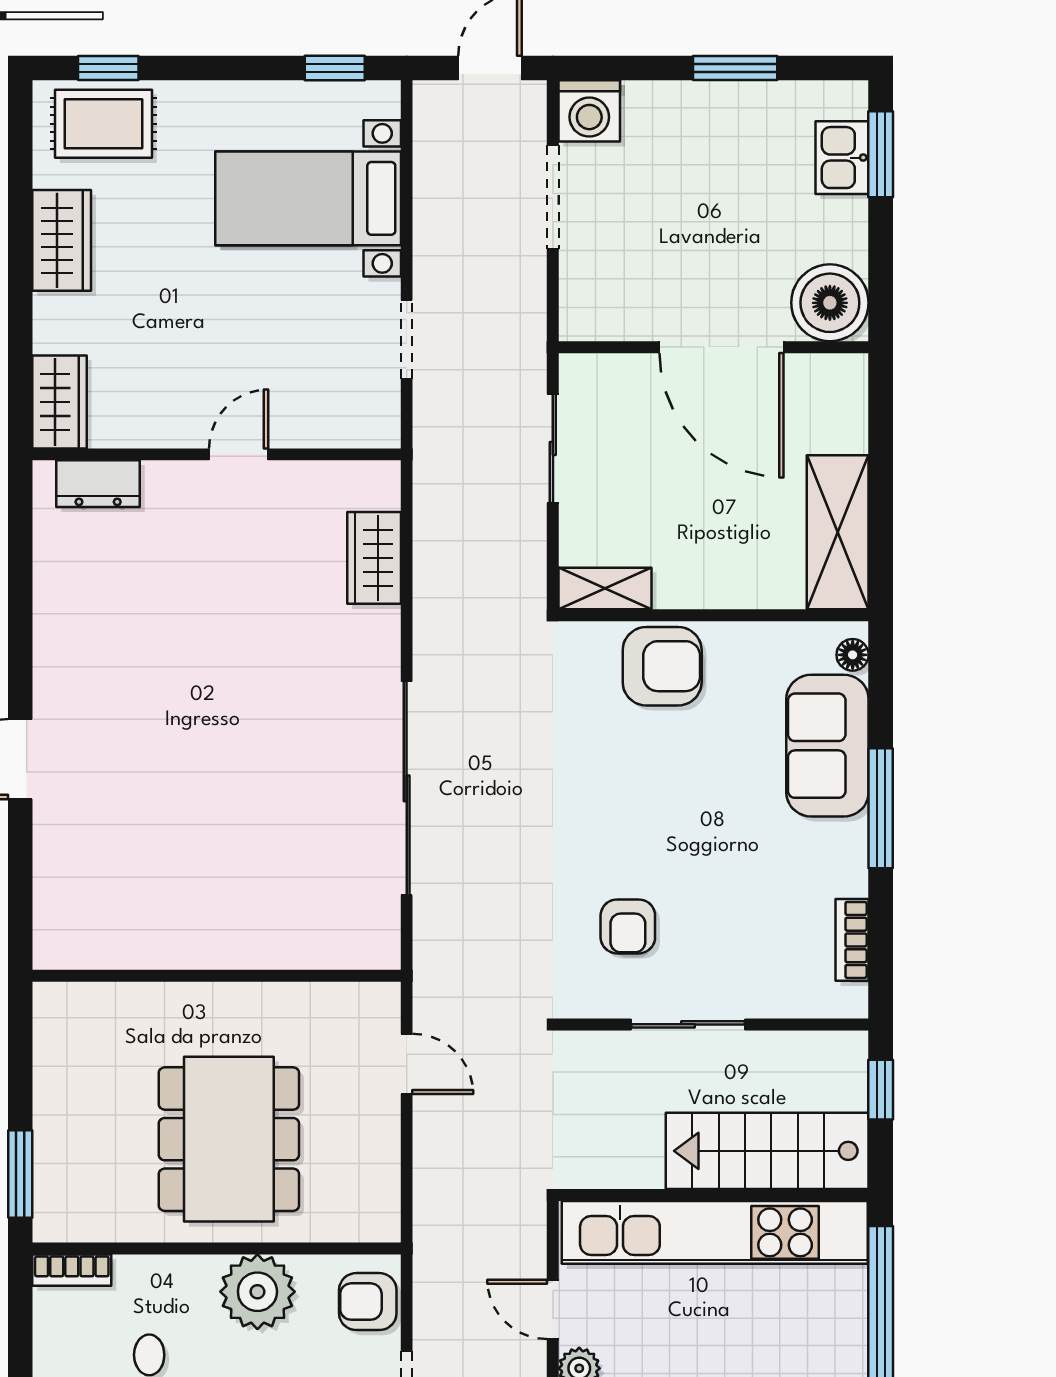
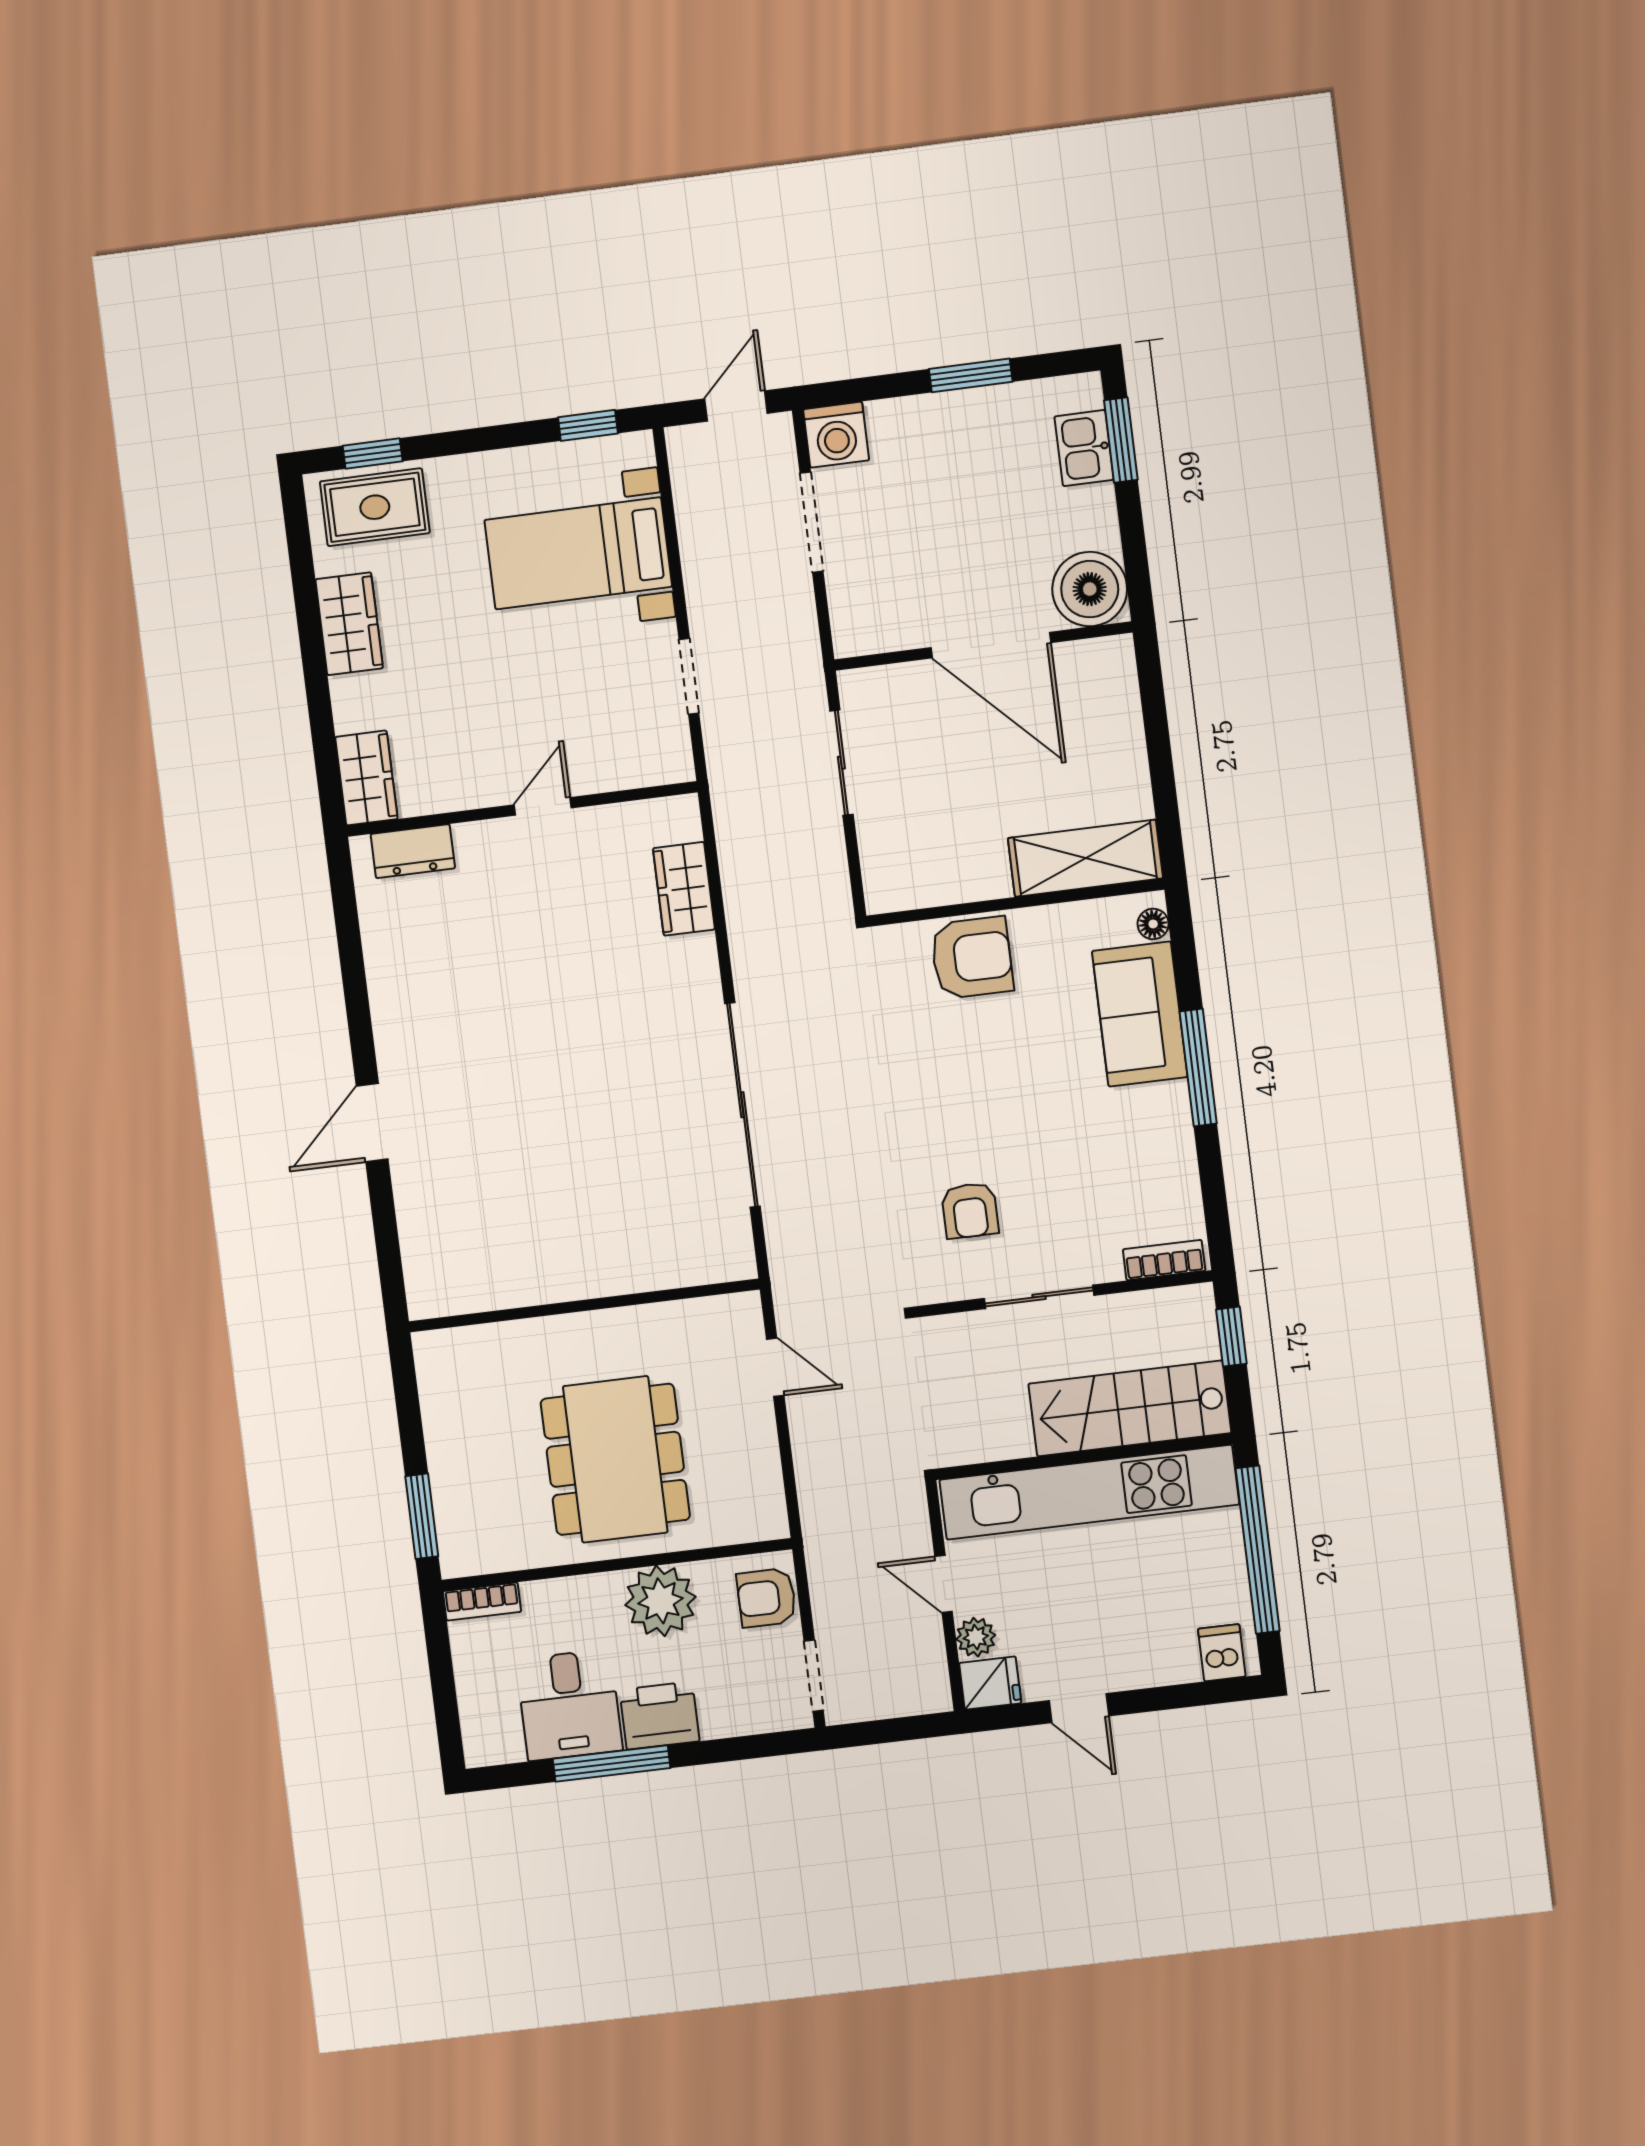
shelving: (838, 532) -> (1085, 858), moved, turned 90
shelving: (605, 588) -> (908, 890), removed
bookcase: (852, 940) -> (1164, 1260), moved, turned 90

